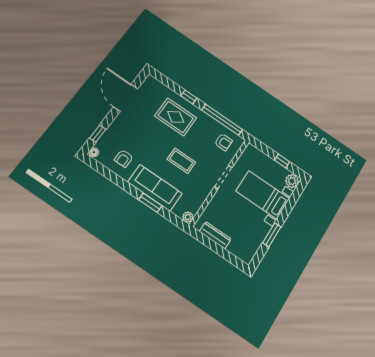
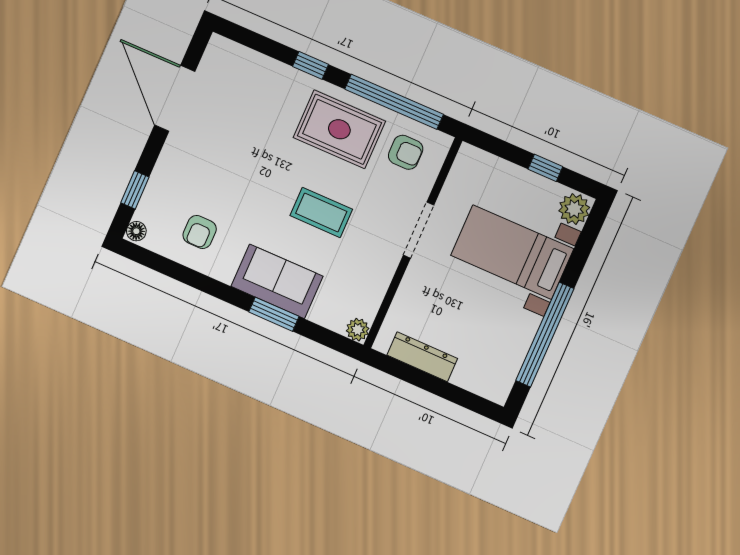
rug: (176, 117) -> (339, 129), moved
sofa: (155, 188) -> (277, 281), width x0.73
window: (272, 235) -> (545, 335), width x2.11

